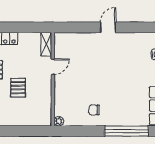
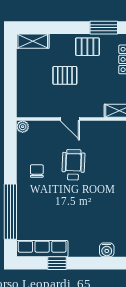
door: (53, 67) -> (70, 119), moved
wheelchair: (89, 81) -> (73, 165), added

